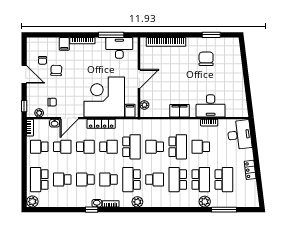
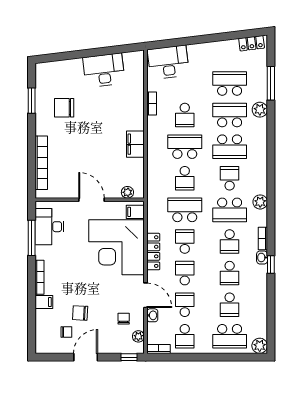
desk: (211, 106) -> (104, 70), moved, turned -97
locker: (250, 170) -> (252, 43), moved

